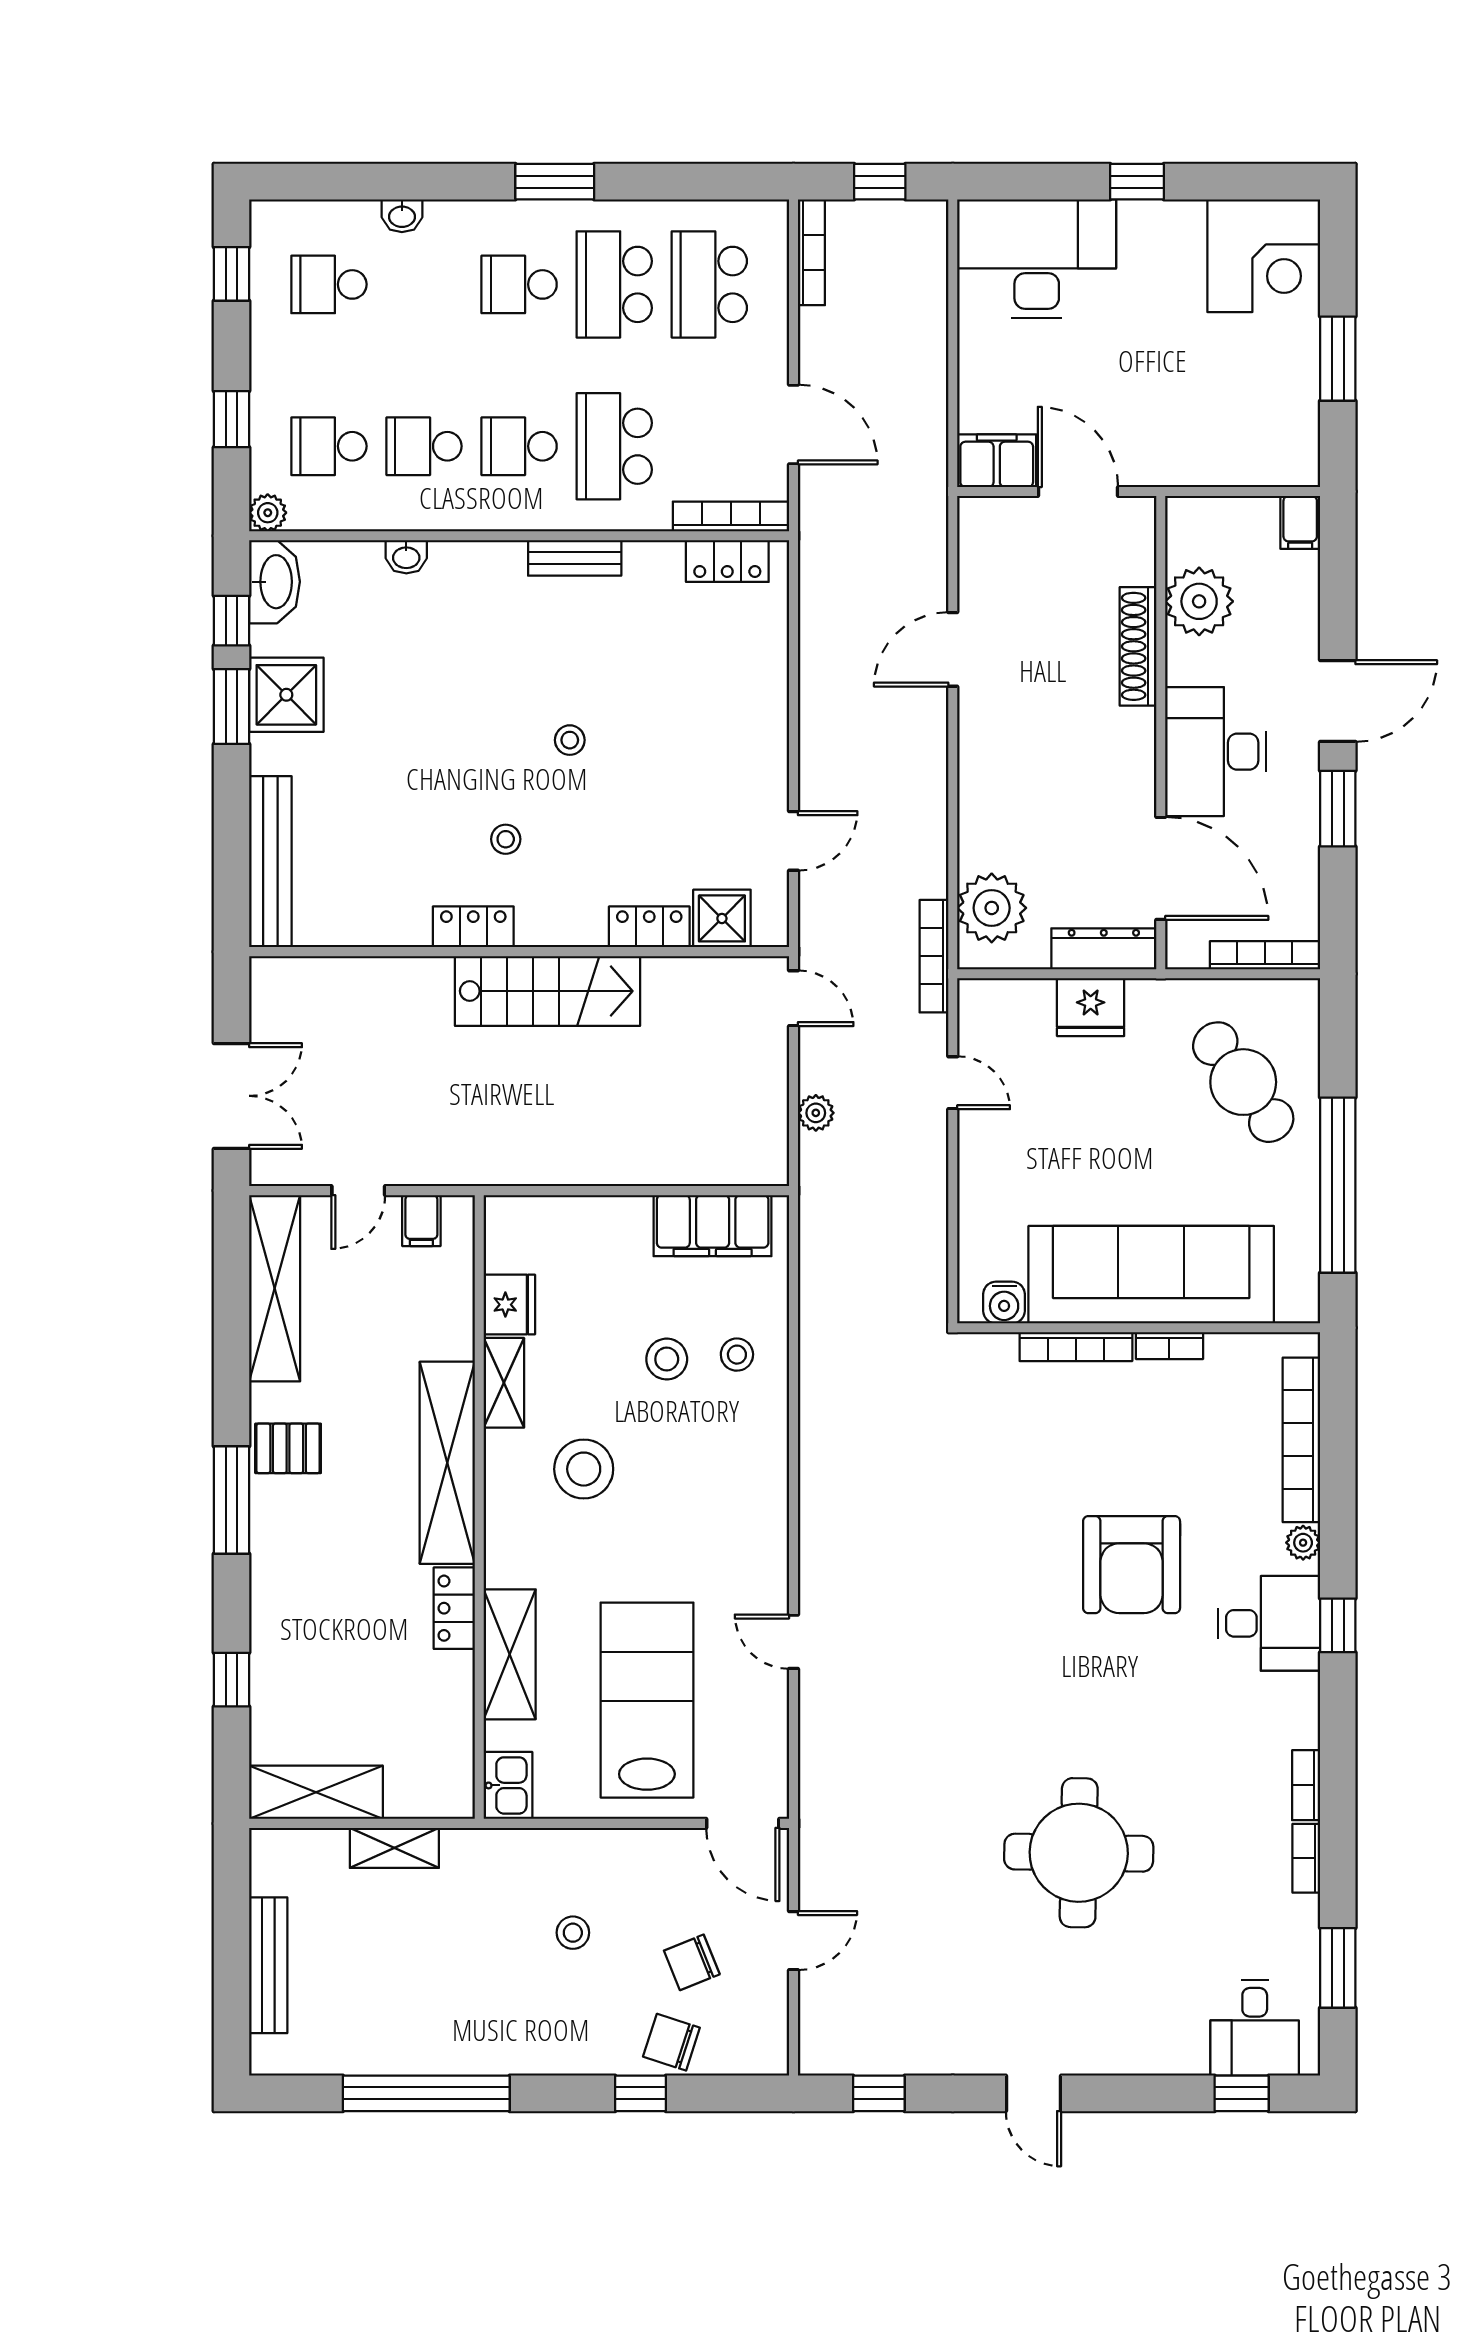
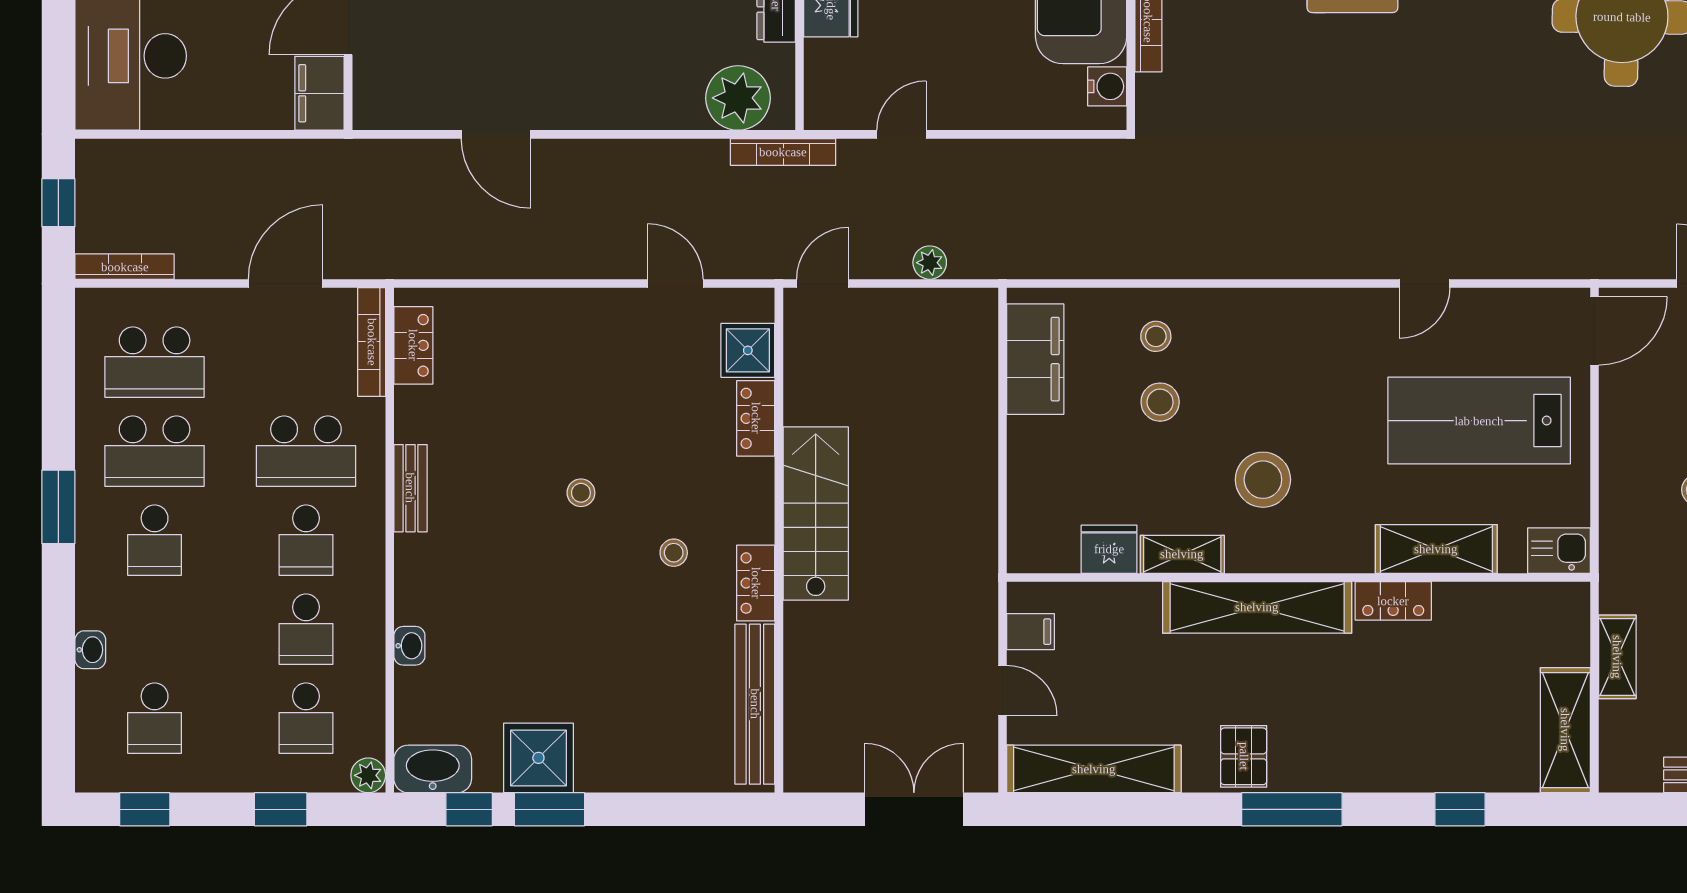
bench: (270, 862) -> (755, 704), moved, turned 90

